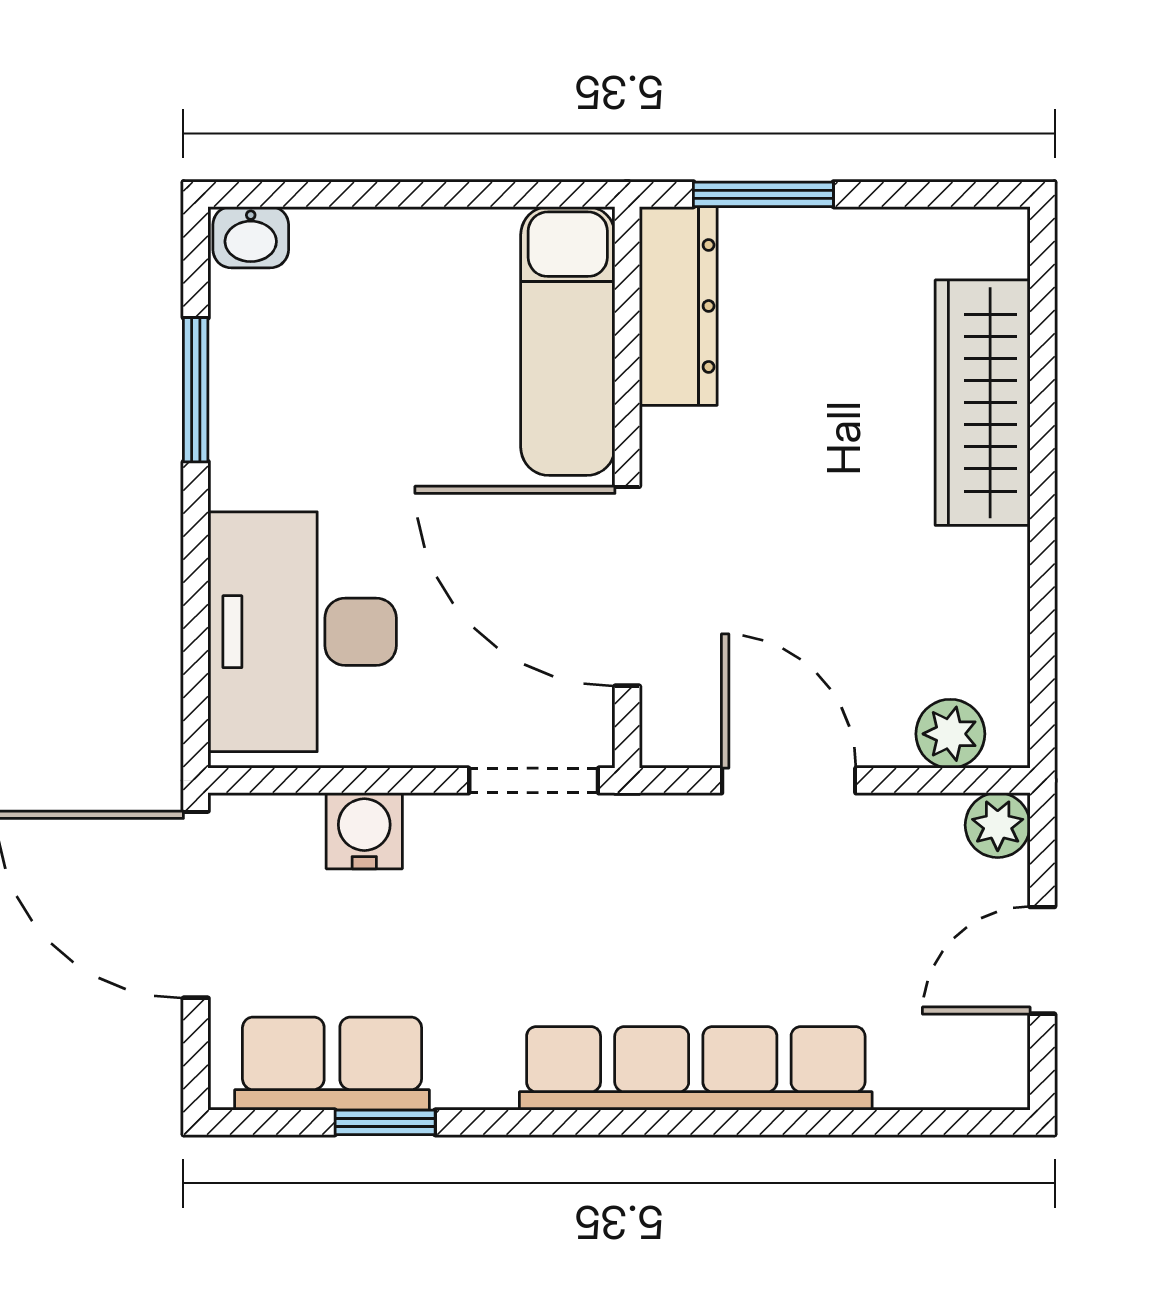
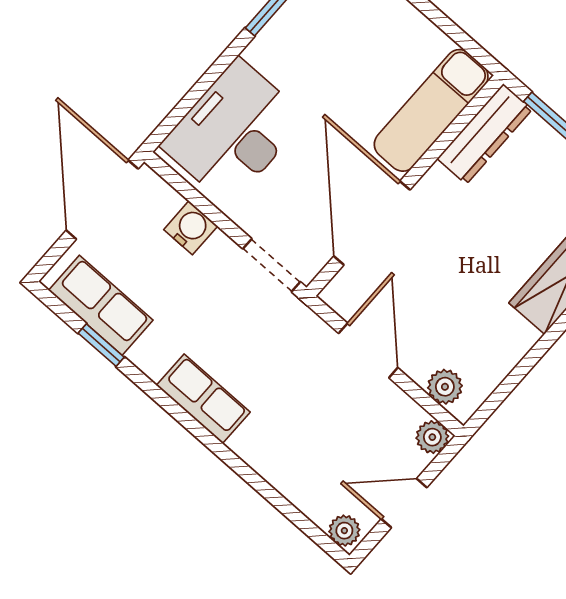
row of seats: (696, 1068) -> (203, 399), width x0.50
plant: (989, 1079) -> (344, 531), added

